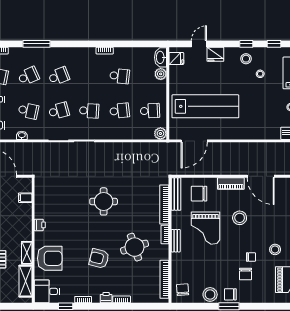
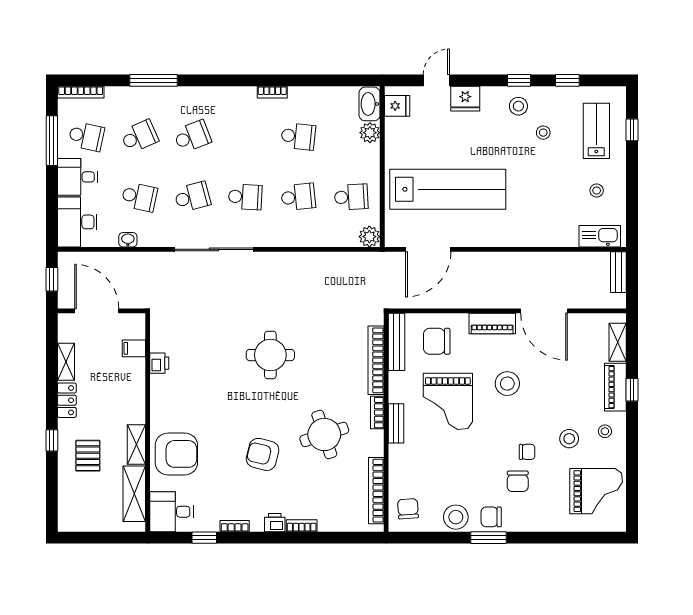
printer: (40, 225) -> (159, 363), moved

